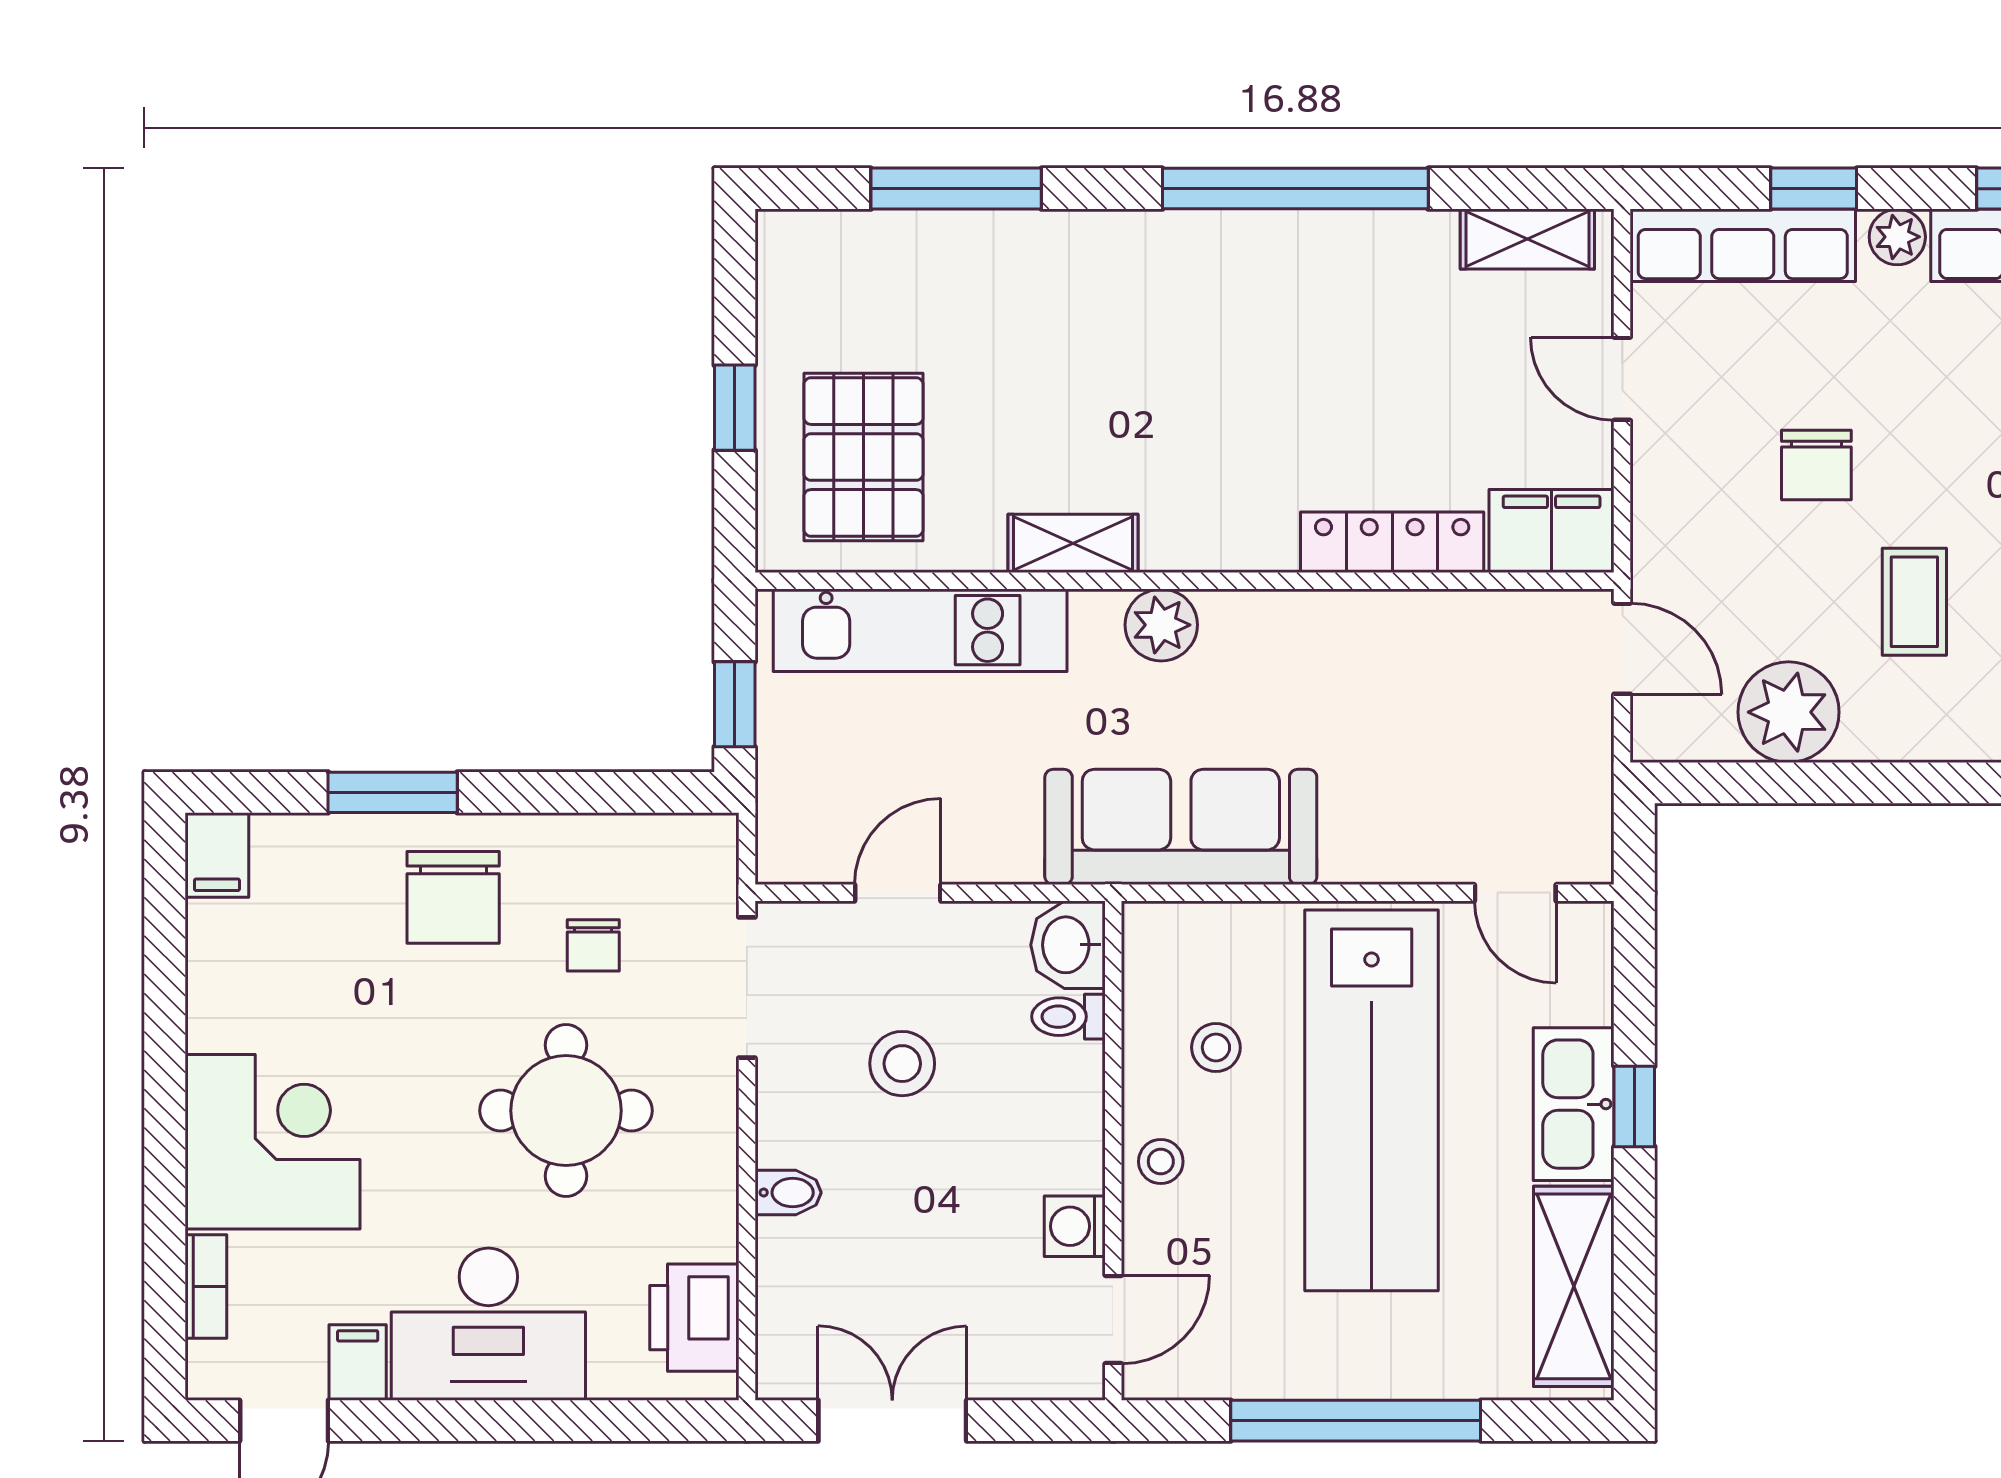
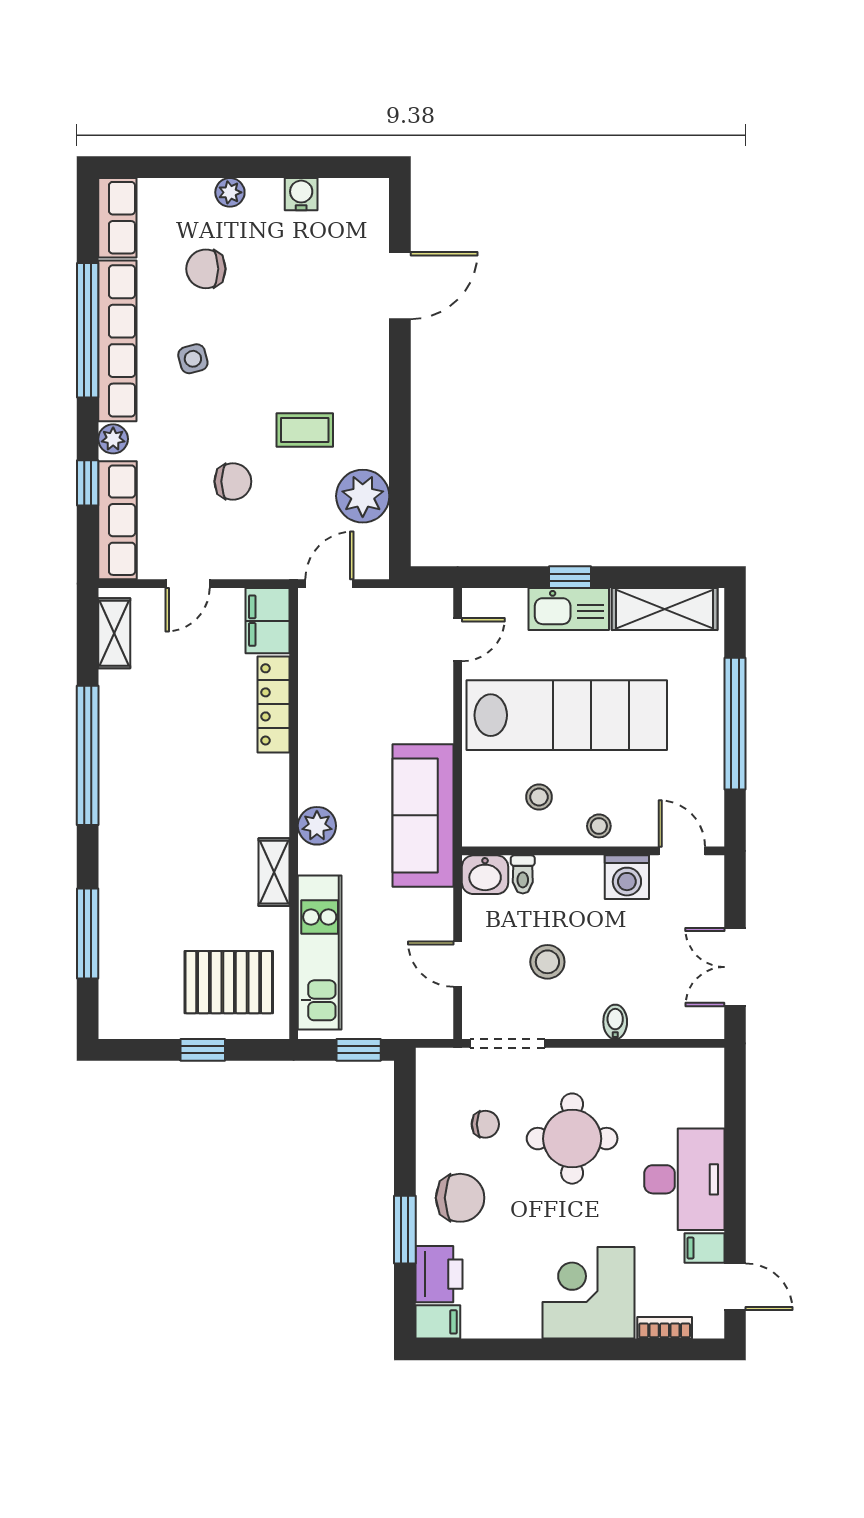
washing machine: (1075, 1226) -> (627, 877), width x1.38, depth x1.38
printer: (694, 1318) -> (439, 1274), moved, turned -90

